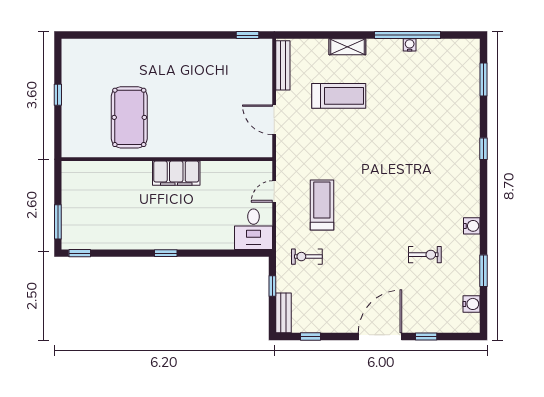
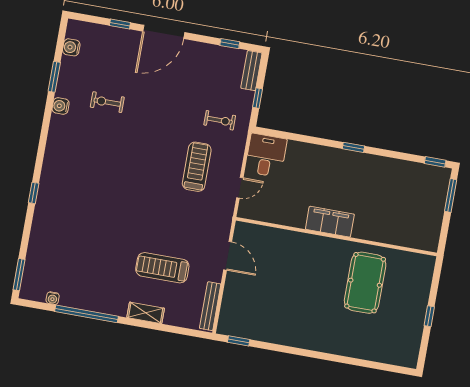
water cooler: (410, 45) -> (53, 298), moved
window: (483, 79) -> (19, 275), moved
treadmill: (322, 205) -> (197, 167), turned 180
water cooler: (472, 226) -> (61, 106), moved

